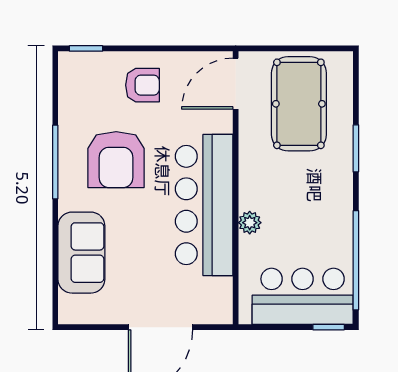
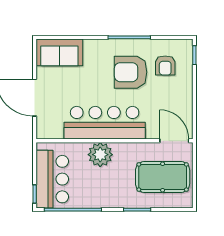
armchair: (142, 85) -> (165, 65), moved
plant: (250, 223) -> (100, 155), width x1.88, depth x1.88
sofa: (81, 253) -> (59, 52), moved

